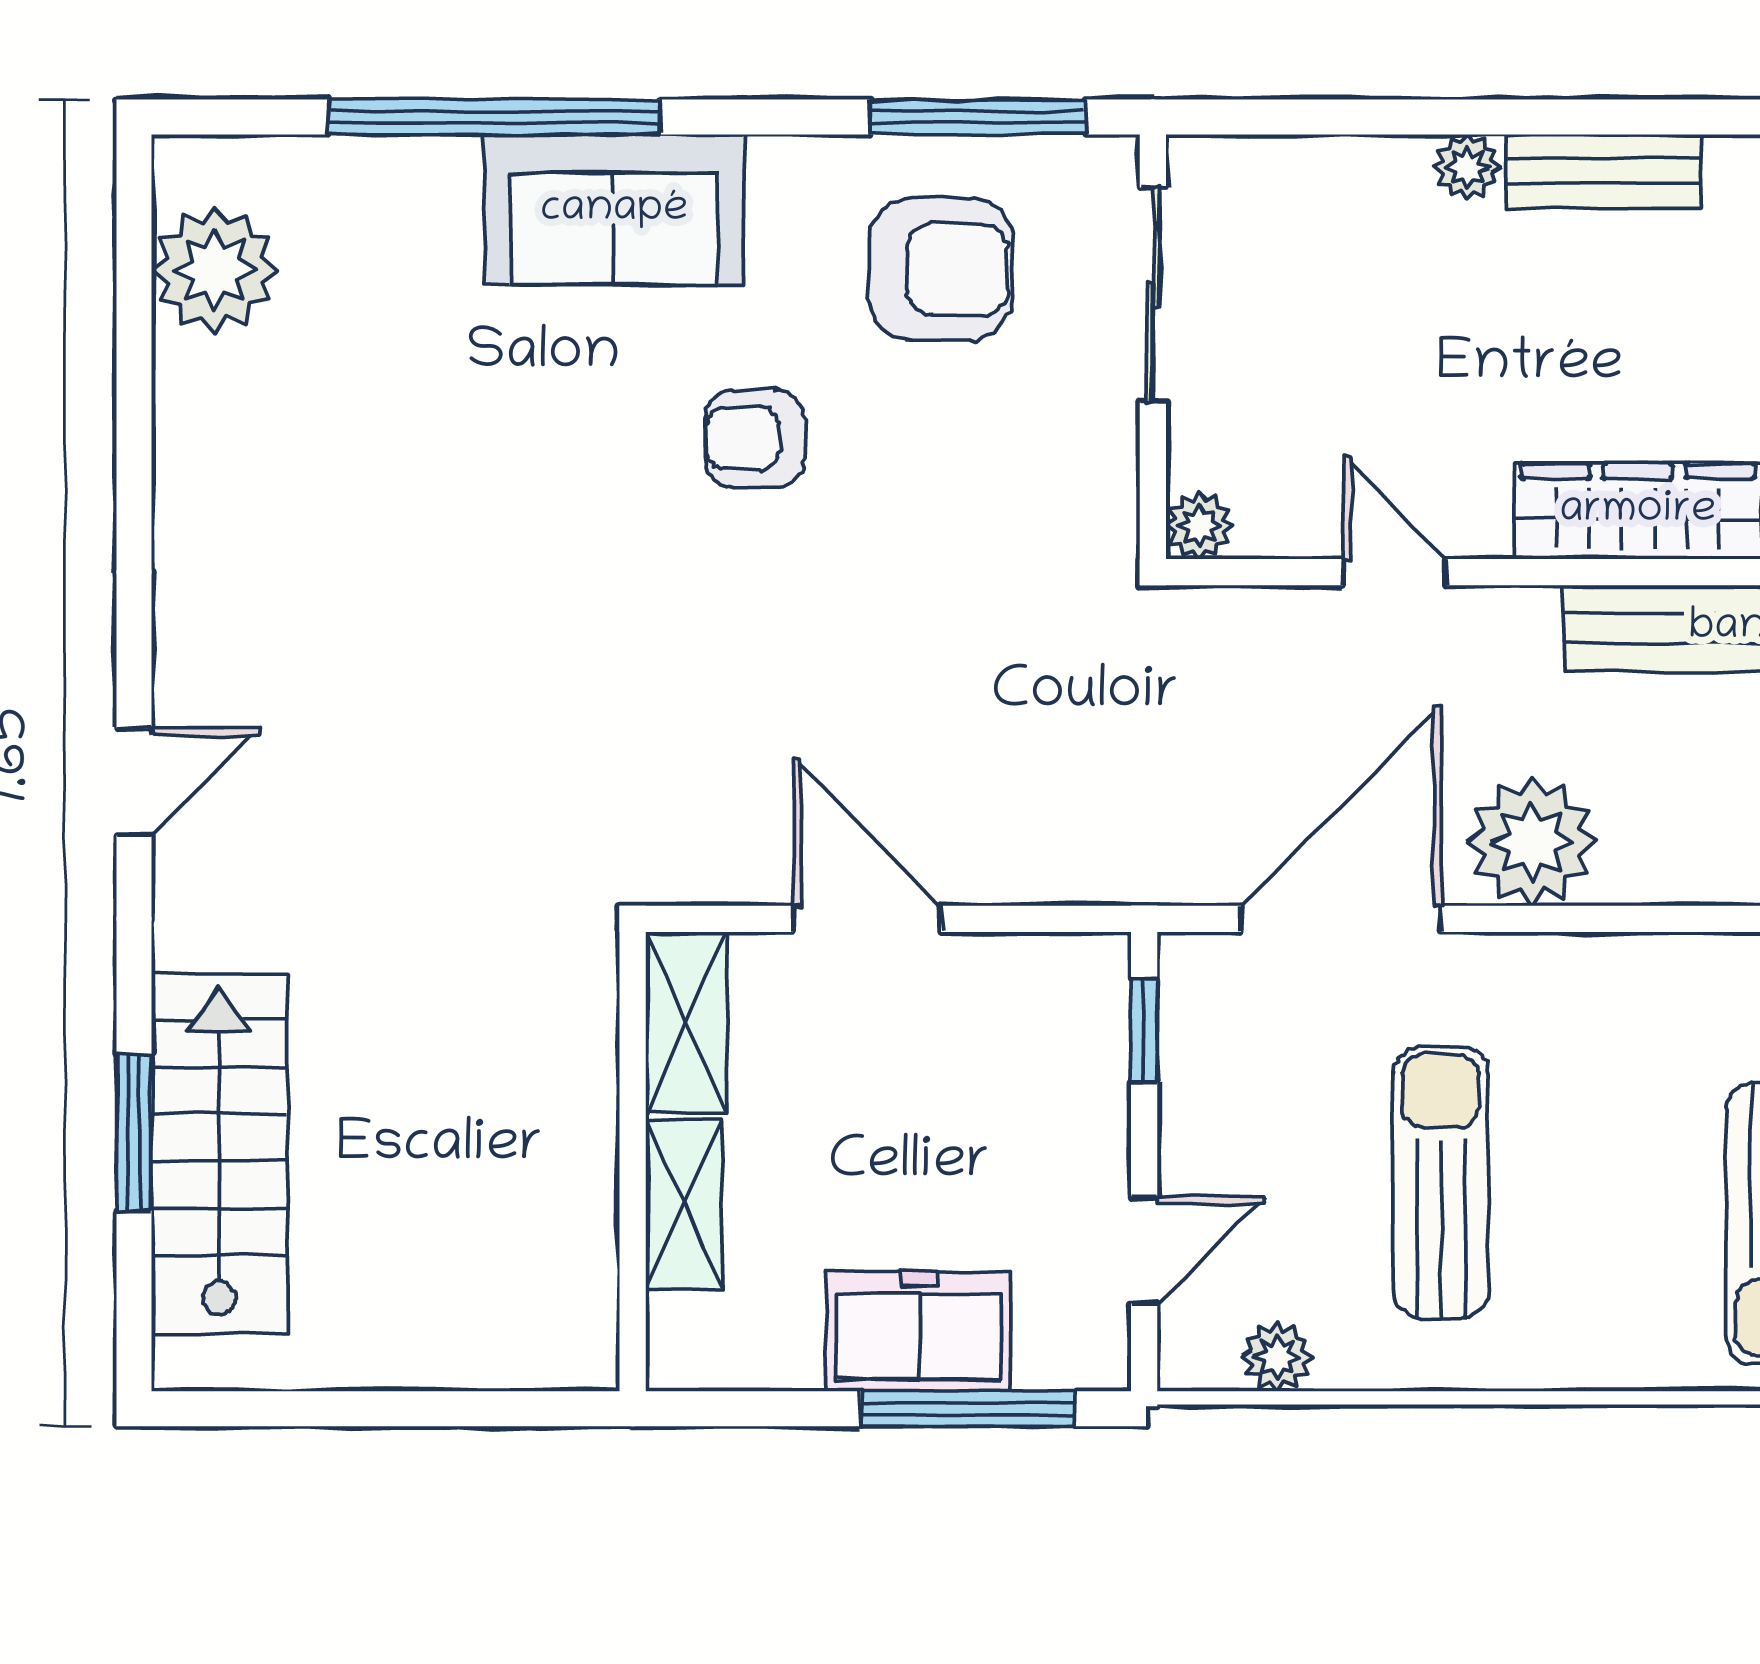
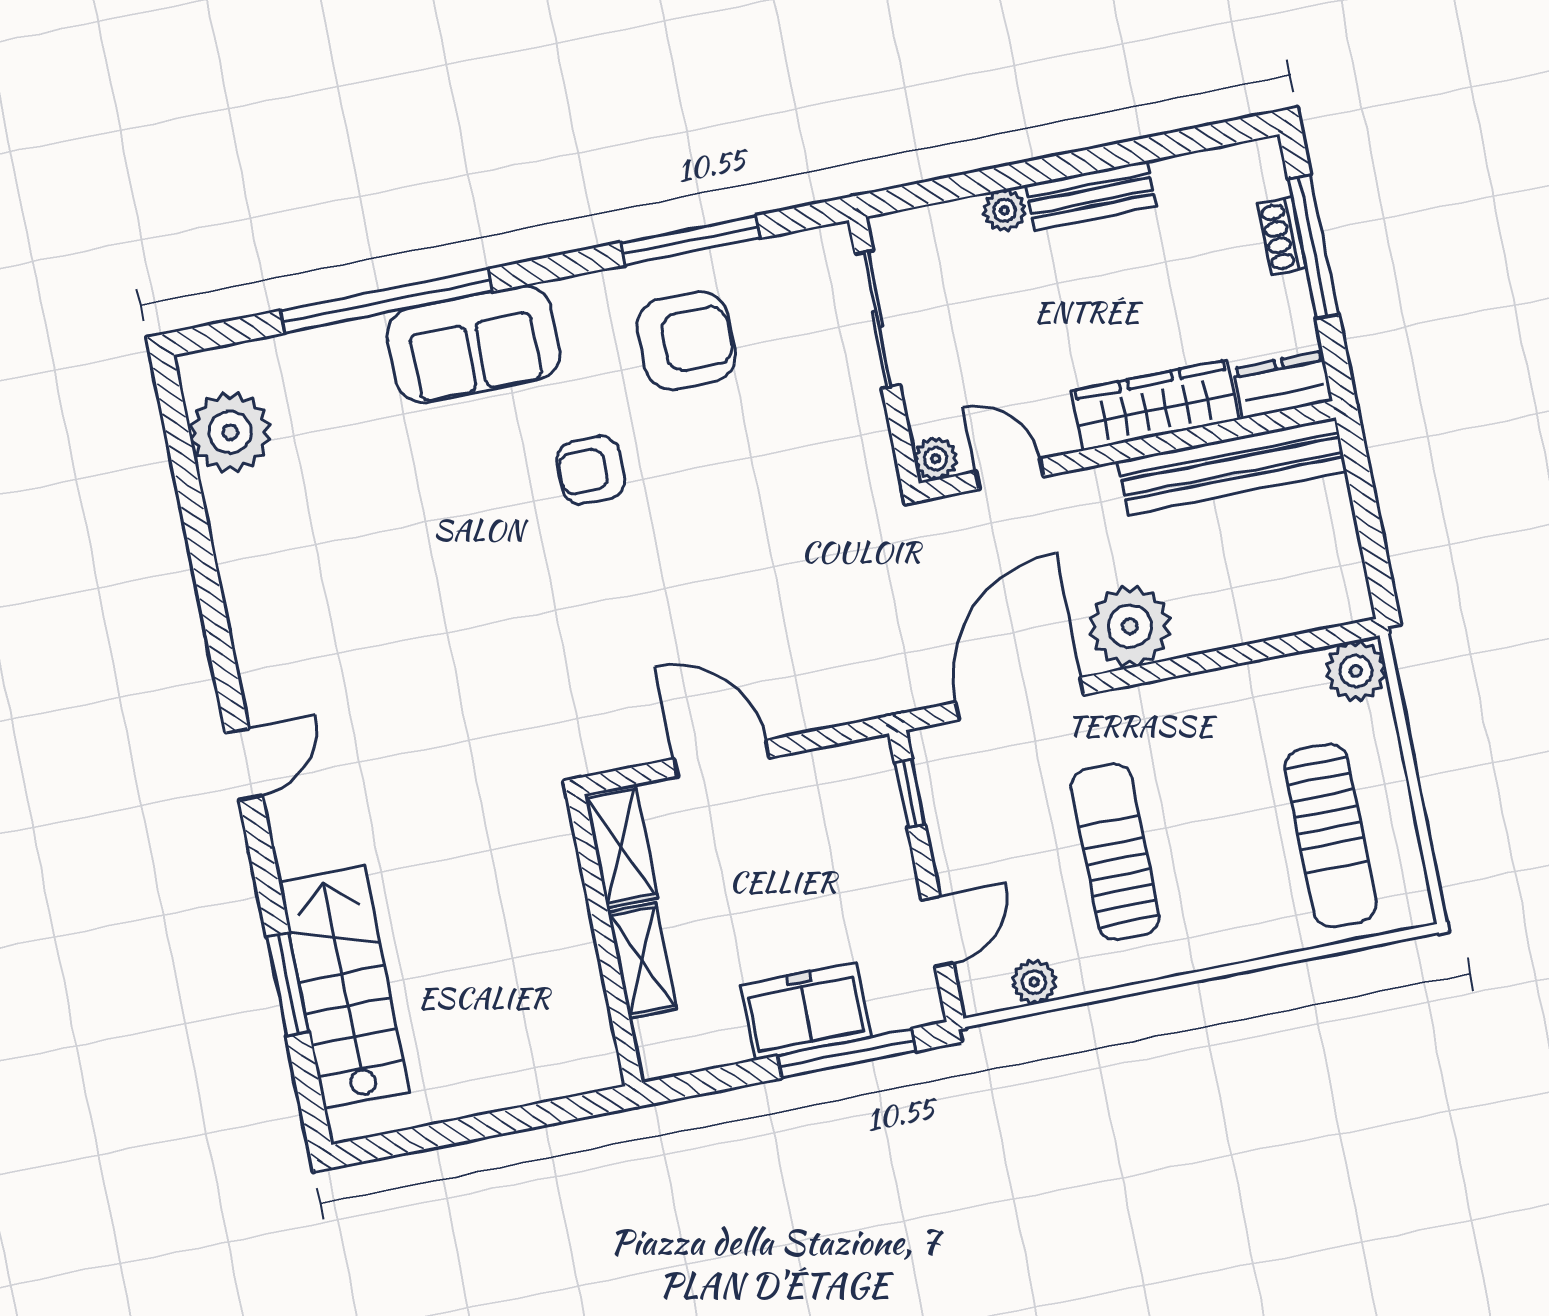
sliding door: (1153, 295) -> (877, 319), moved
wall: (1153, 347) -> (884, 352), moved
plant: (1199, 526) -> (935, 459), moved

